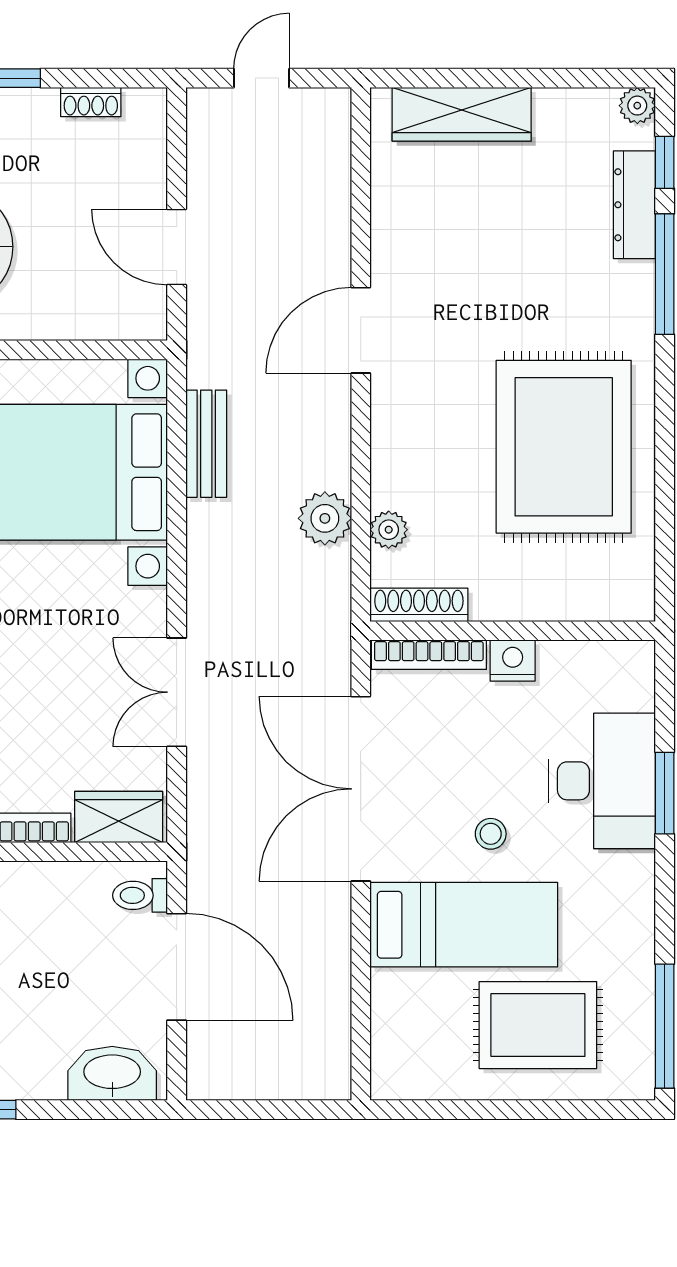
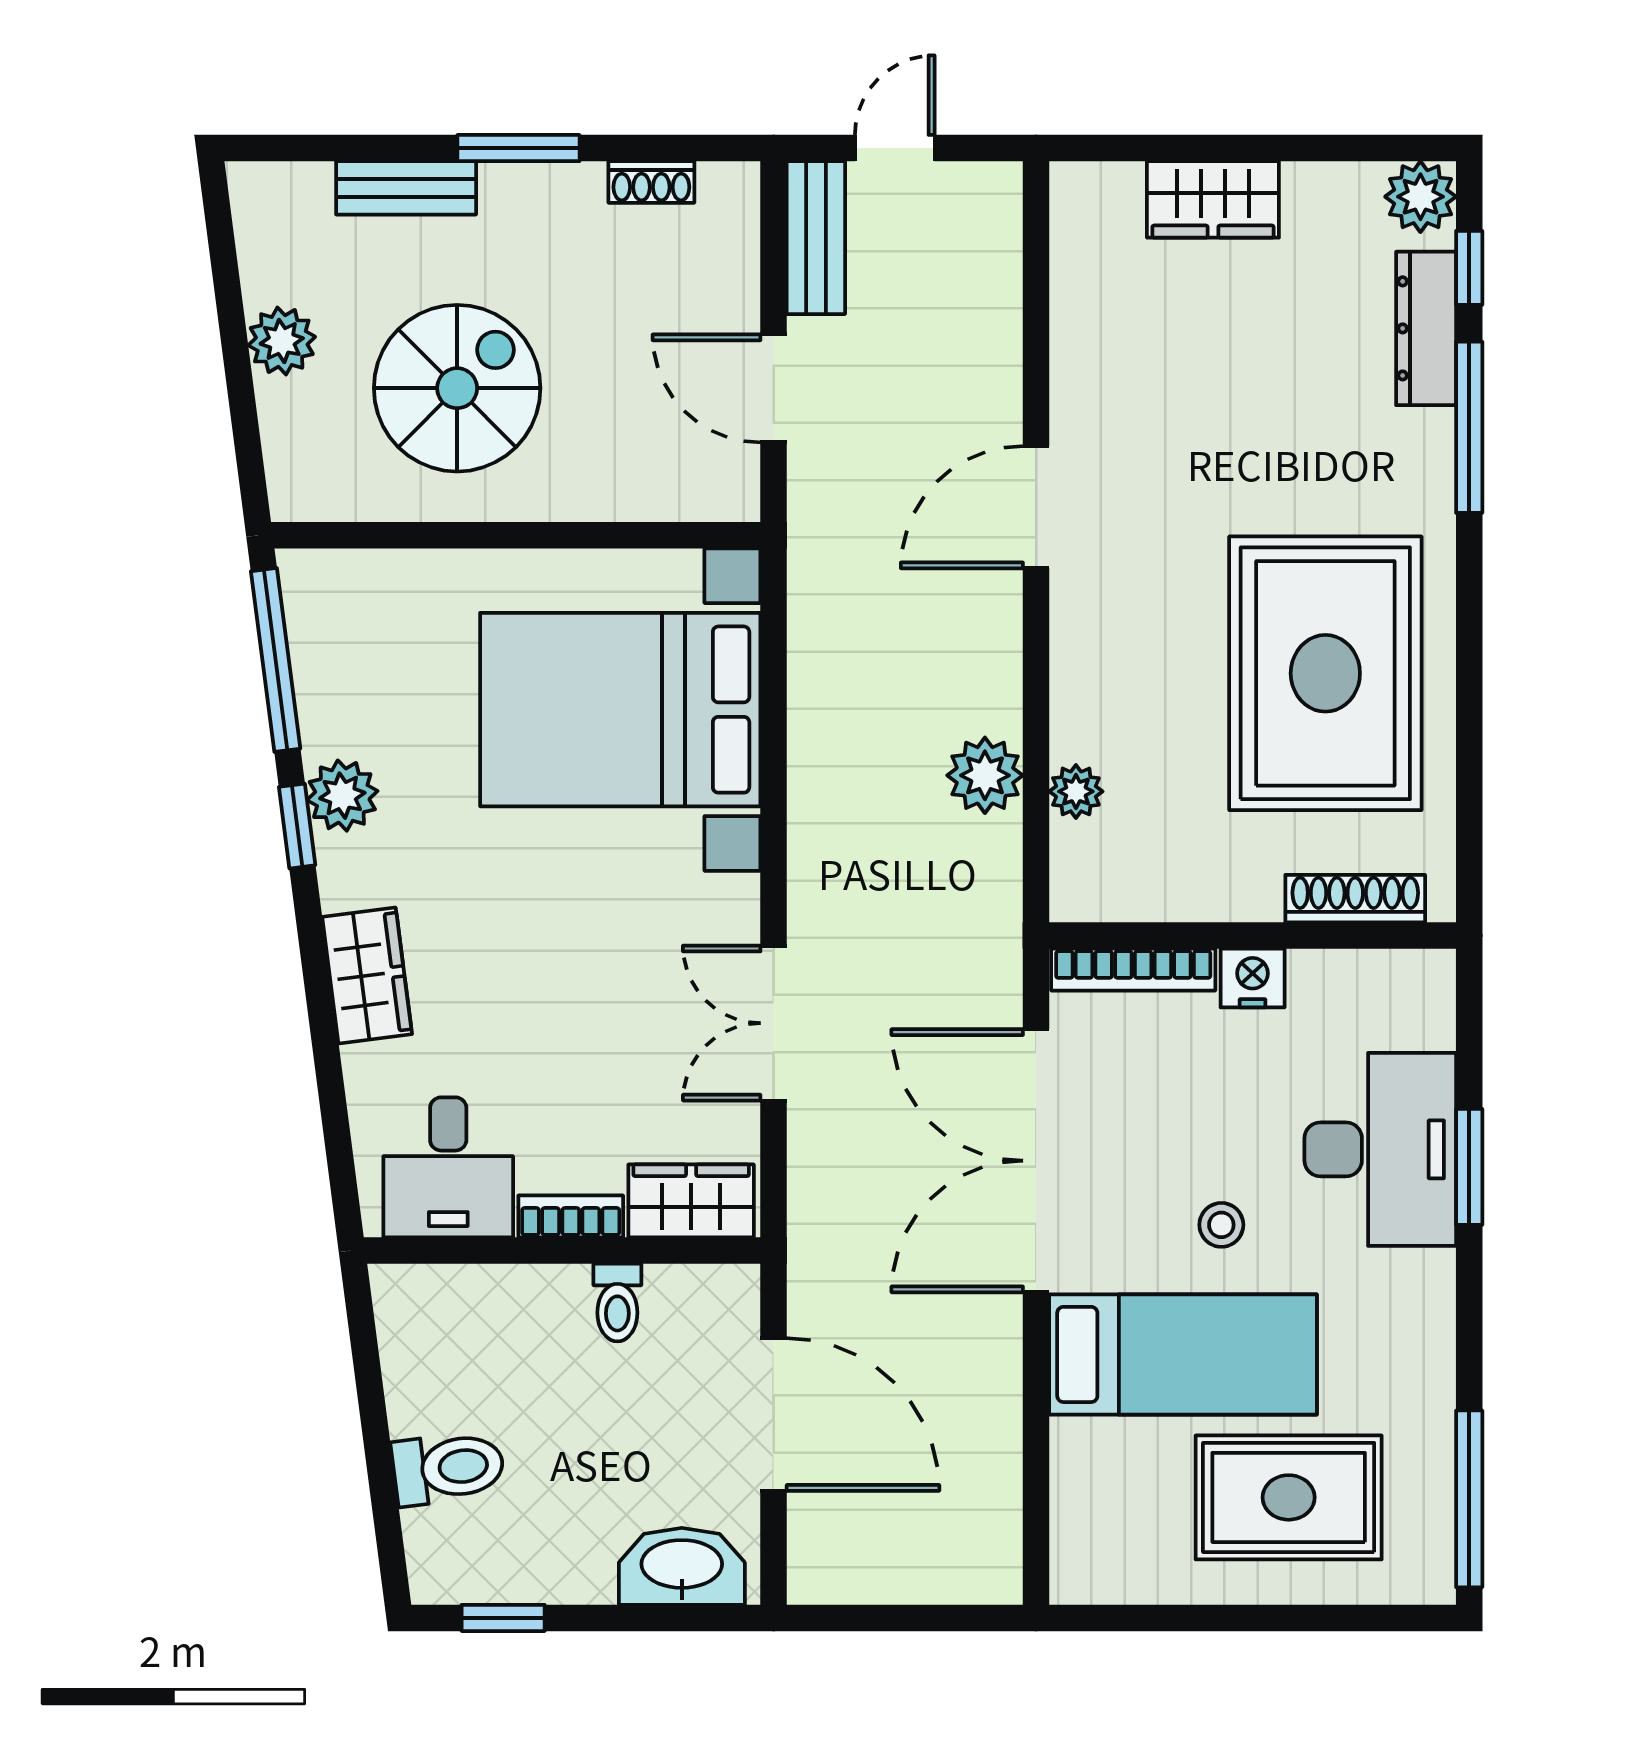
plant: (637, 106) -> (1420, 197), width x1.38, depth x1.38
wardrobe: (462, 114) -> (1213, 199), width x0.67
bench: (206, 444) -> (816, 238), moved
shoe rack: (419, 605) -> (1355, 899), moved
toilet: (140, 895) -> (617, 1302), moved, turned -90

